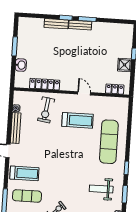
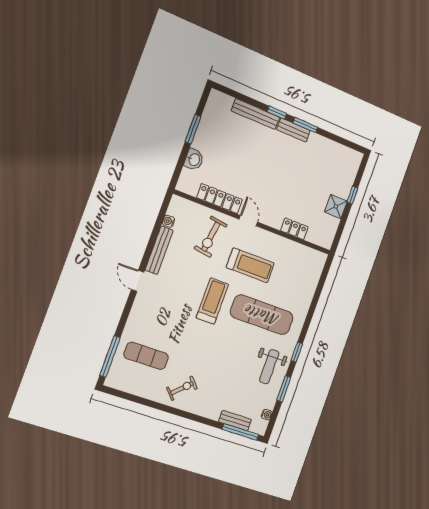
bench: (56, 24) -> (255, 114), width x1.36
locker: (115, 89) -> (294, 229), moved
door: (84, 93) -> (248, 221), moved
exercise mat: (109, 142) -> (262, 315), moved, turned 90
treadmill: (24, 173) -> (212, 301), moved, turned -90
weight bench: (101, 189) -> (269, 367), moved, turned -90

